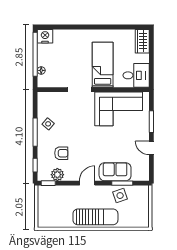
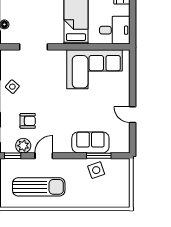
doorway: (80, 90) -> (33, 47), moved
window: (151, 122) -> (133, 84), removed
door: (87, 183) -> (44, 156), moved
sun lounger: (95, 217) -> (39, 187), moved

